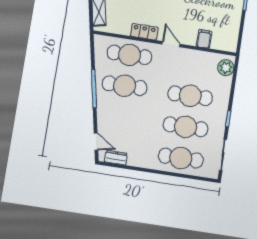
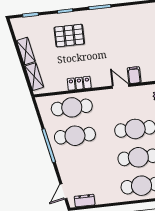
door: (171, 44) -> (120, 86), moved
door: (96, 142) -> (63, 191), swing flipped

